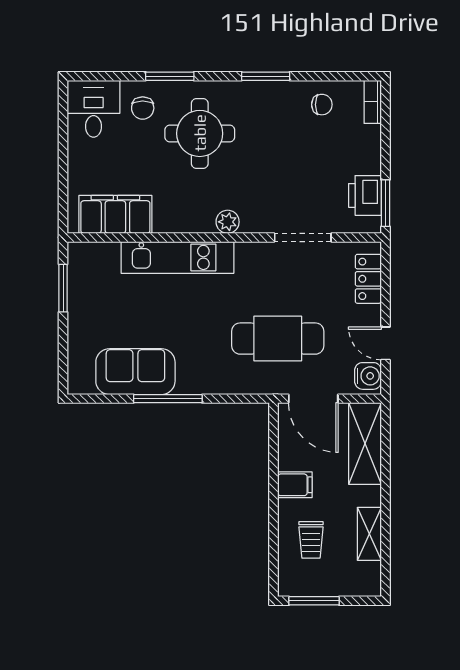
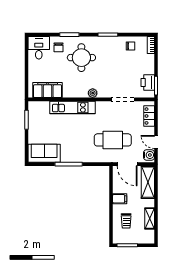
sofa: (135, 372) -> (44, 153), moved

